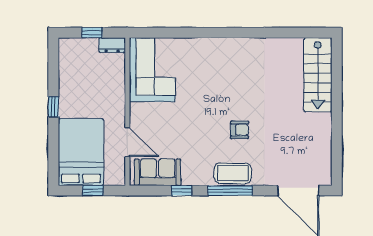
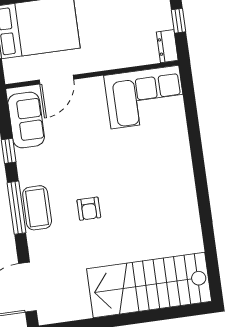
stairs: (318, 75) -> (149, 285), width x1.36, depth x1.51

